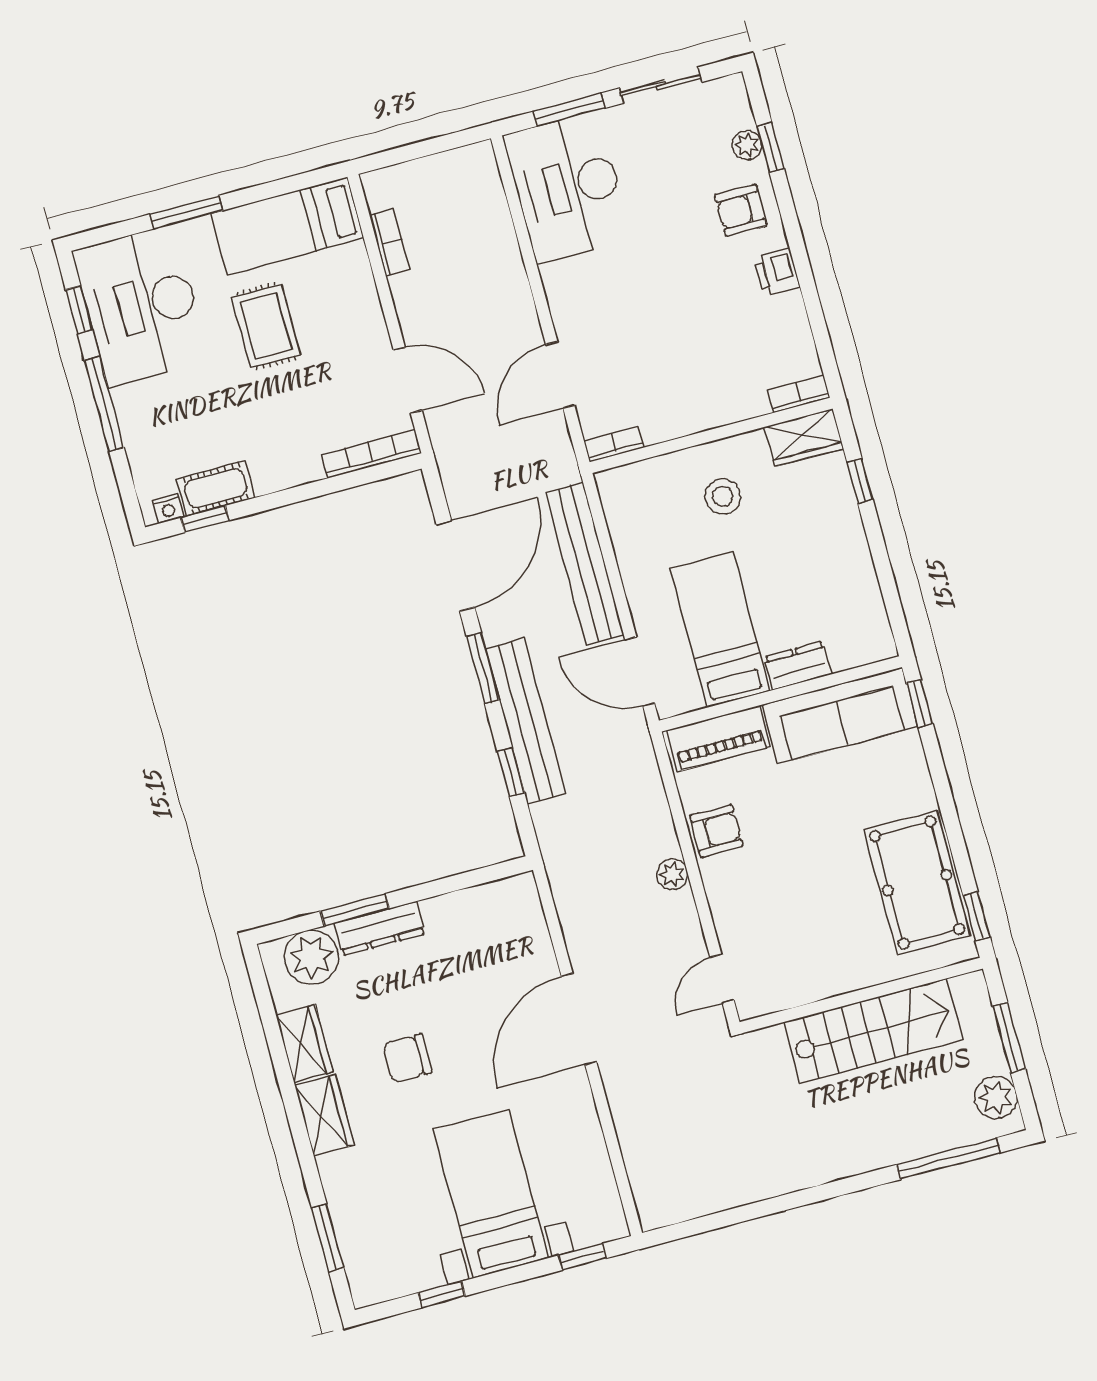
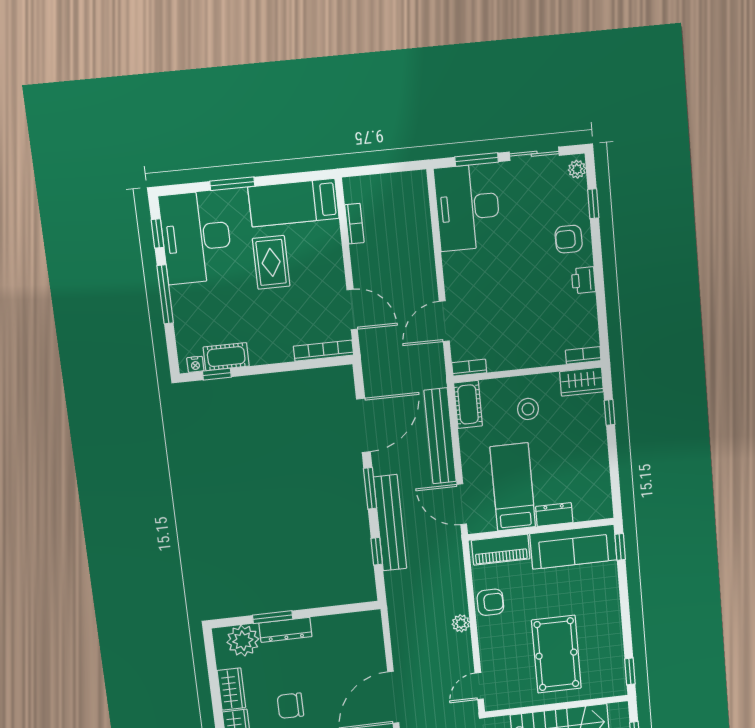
plant: (747, 145) -> (577, 169), moved
cot: (622, 504) -> (468, 404), added
pool table: (917, 883) -> (556, 654), moved

